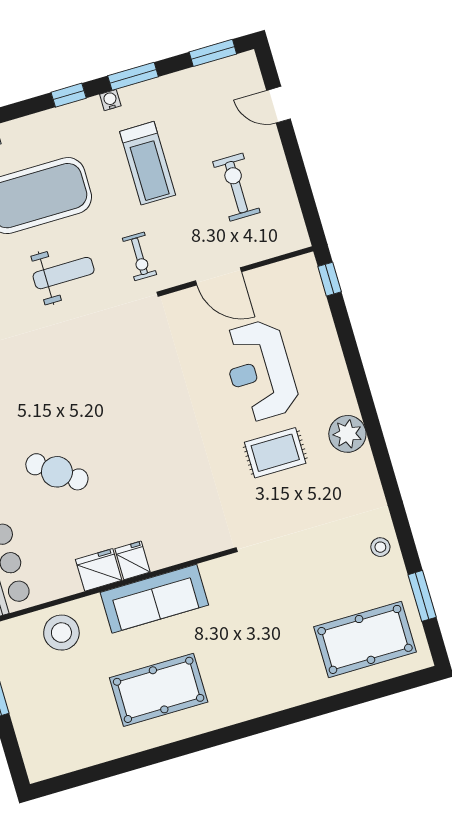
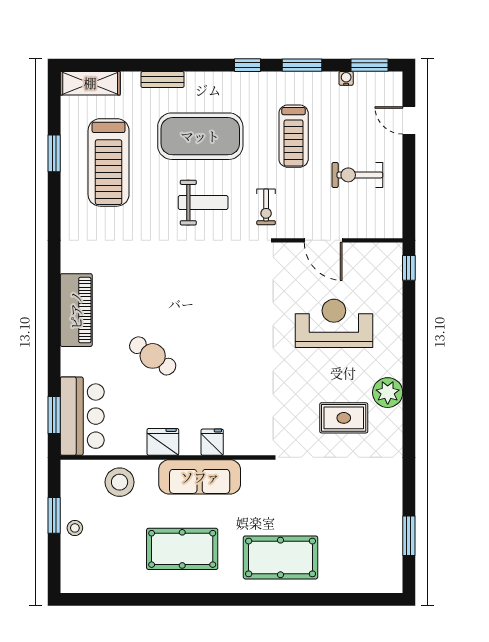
water cooler: (110, 100) -> (346, 78), moved
exercise bike: (236, 187) -> (357, 175), turned -90
reception desk: (260, 371) -> (334, 323), turned 90
rug: (275, 453) -> (344, 418), moved
stool: (380, 547) -> (75, 528), moved
fridge: (133, 560) -> (212, 442), moved
pool table: (365, 639) -> (281, 557), moved

